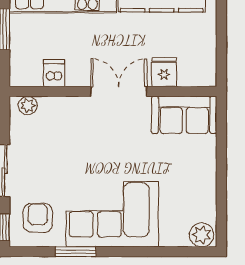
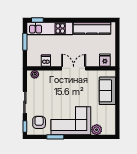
fridge: (164, 72) -> (105, 60), moved
sofa: (184, 115) -> (107, 91), moved, turned 90
plant: (202, 235) -> (97, 130), moved

